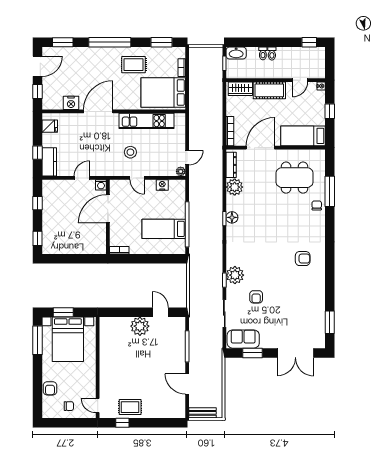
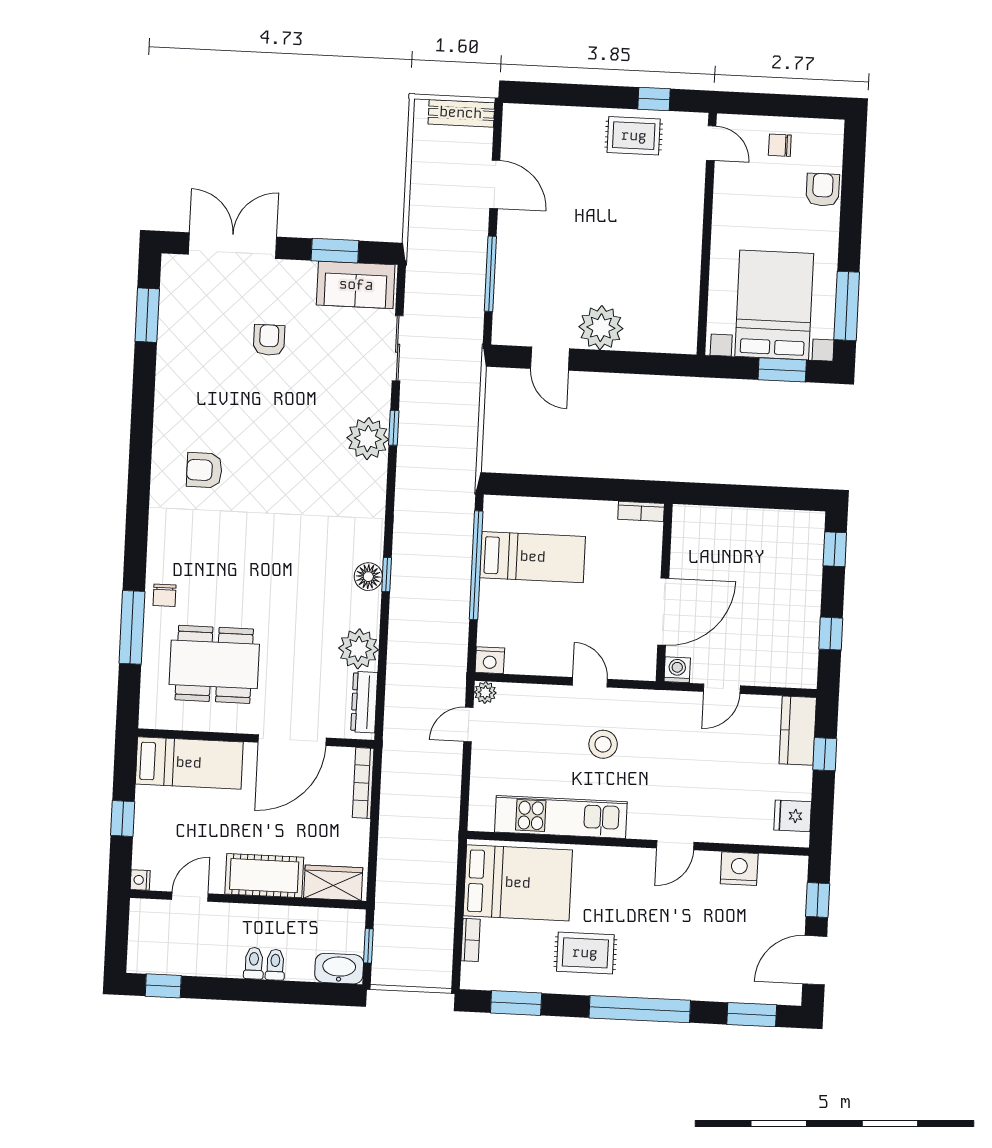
door: (98, 111) -> (675, 845), width x0.53
nightstand: (162, 185) -> (490, 660), moved
armchair: (256, 297) -> (269, 340), moved

